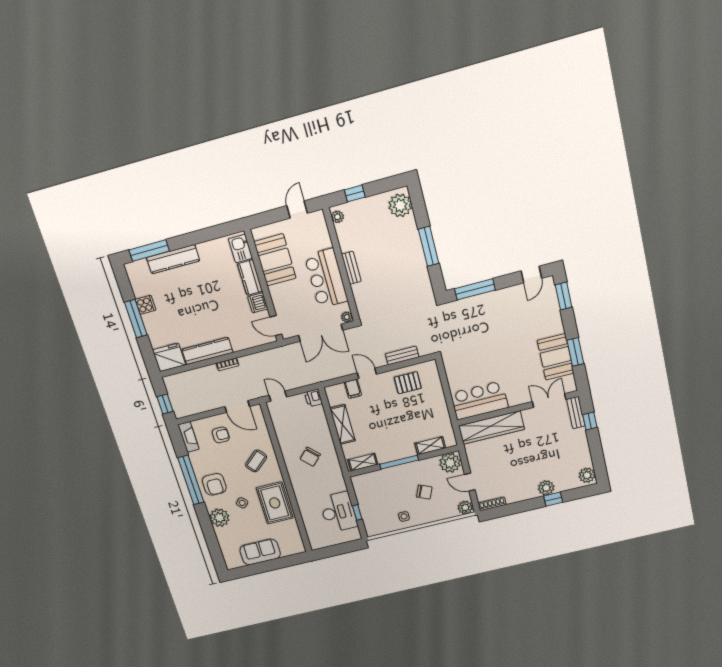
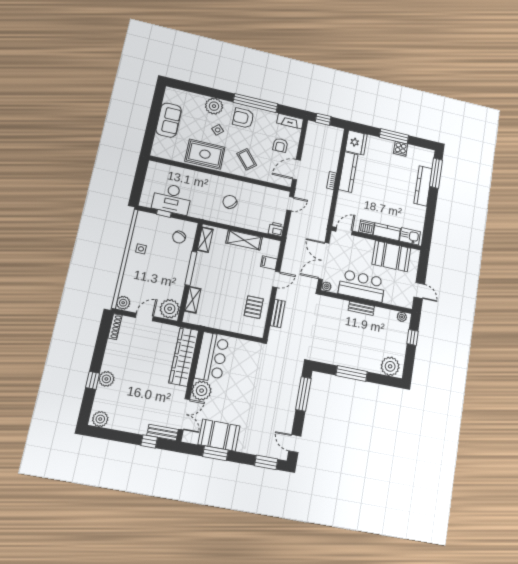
plant: (518, 395) -> (202, 391), added
chair: (424, 492) -> (179, 237), moved

